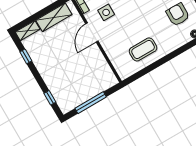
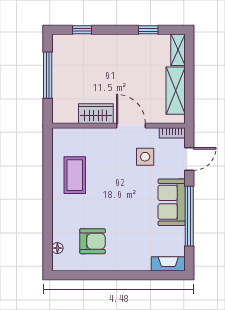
wardrobe: (97, 59) -> (96, 114), added

